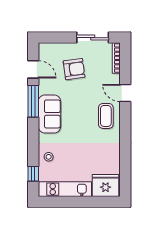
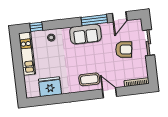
sliding door: (93, 38) -> (148, 43), moved
armchair: (74, 69) -> (124, 49), turned -75
door: (125, 93) -> (109, 93), hinge flipped
fridge: (106, 185) -> (50, 87), moved, turned -90

